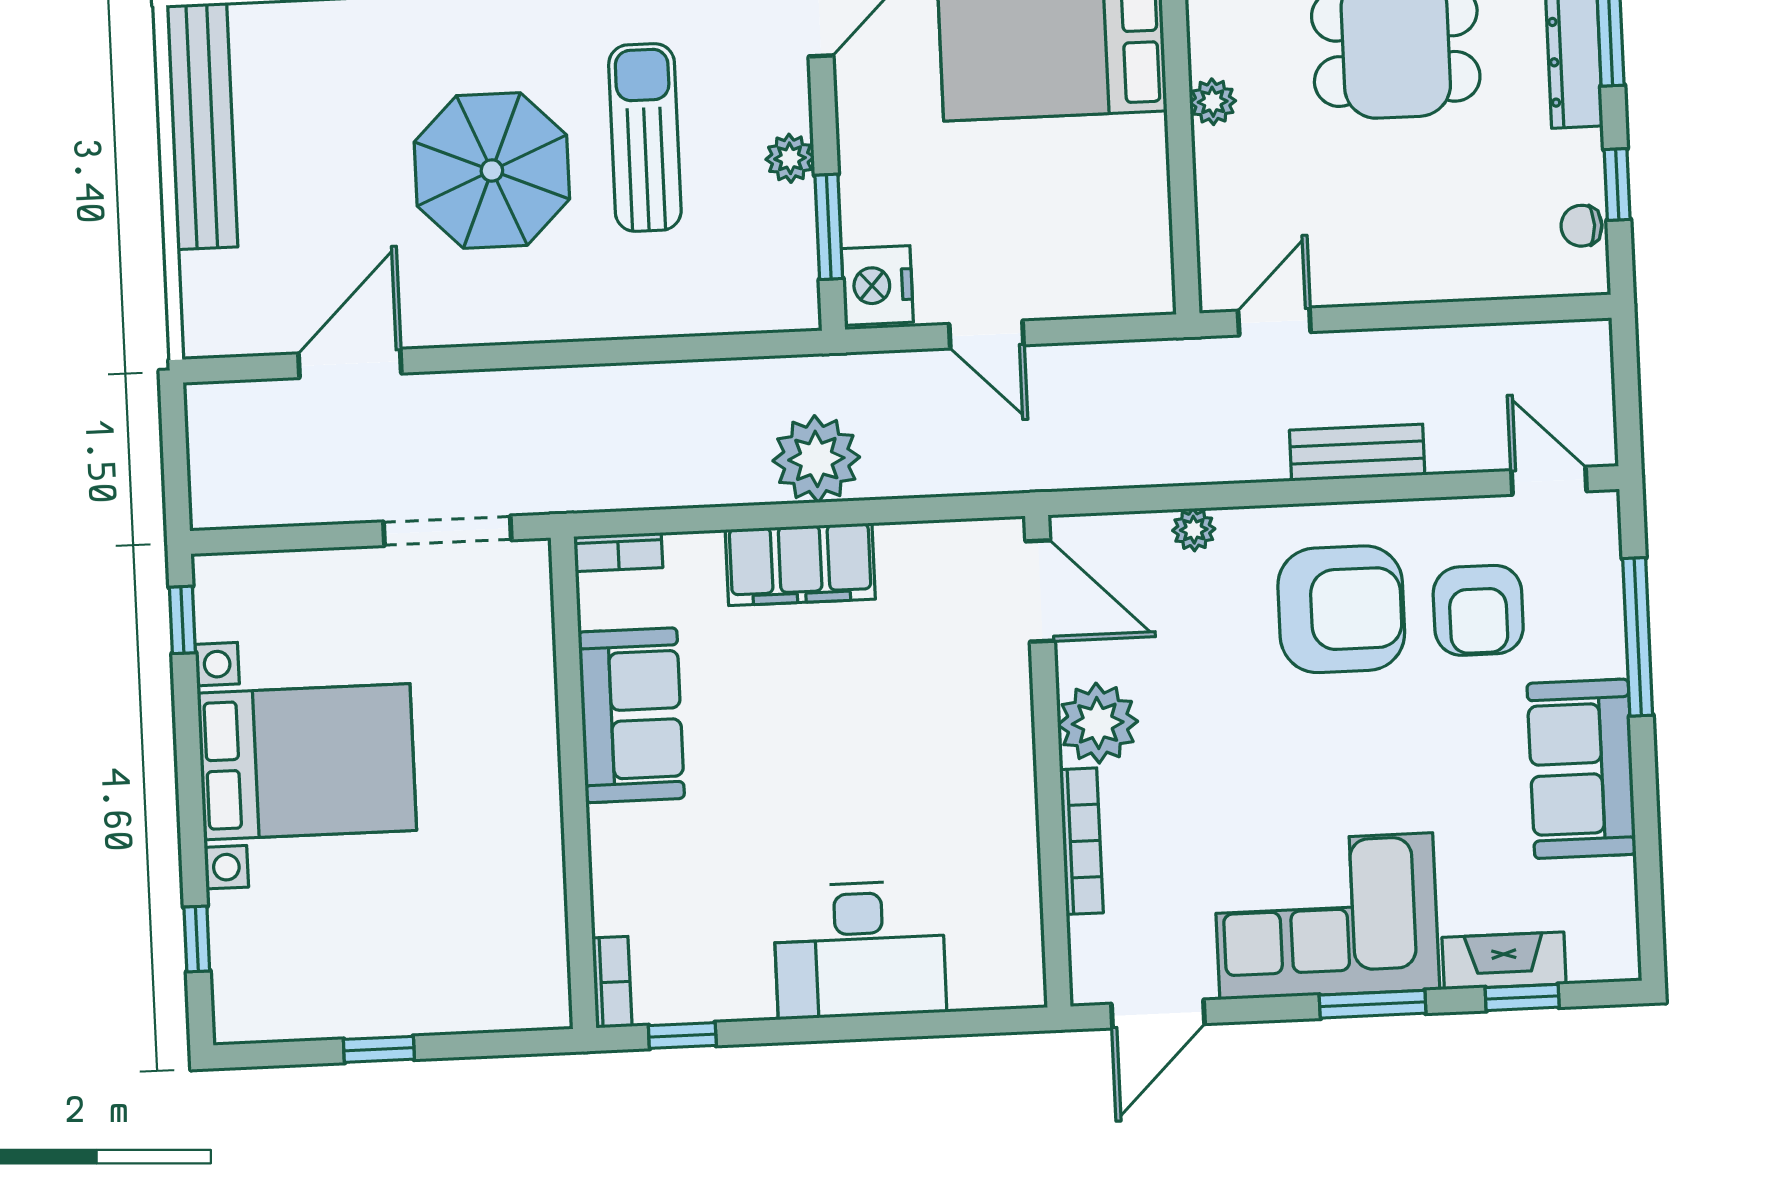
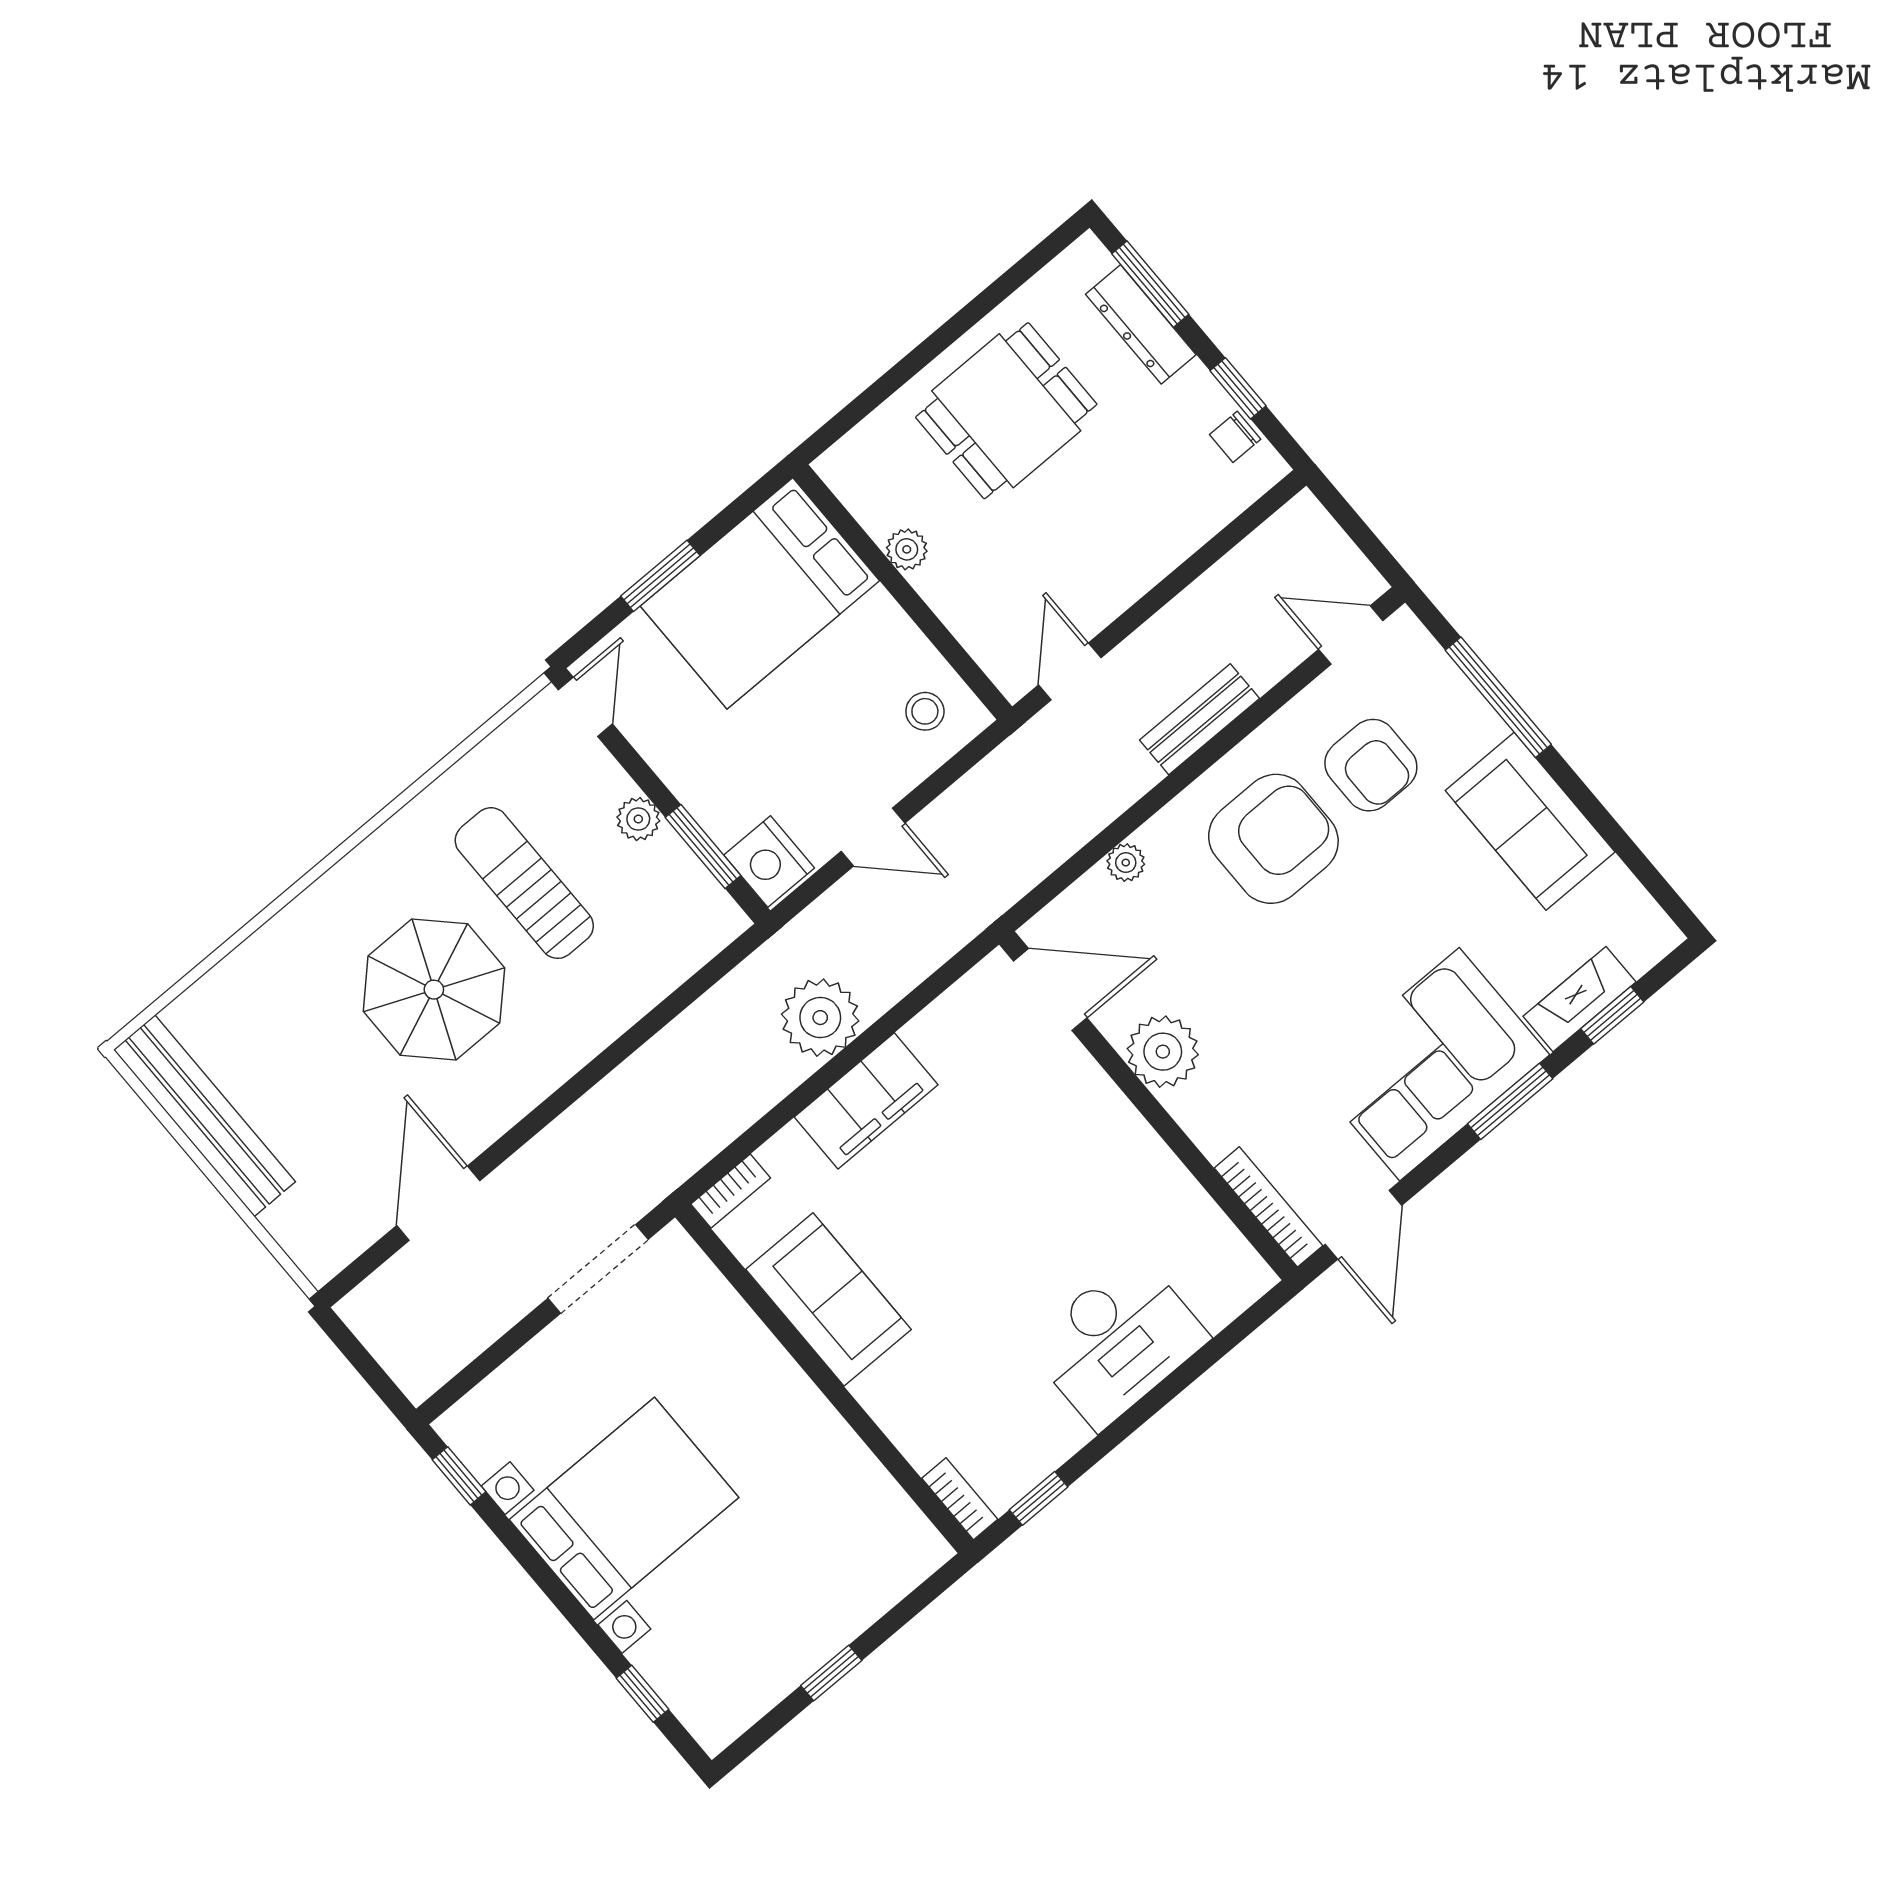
stool: (1118, 258) -> (925, 711), added
bookcase: (1081, 841) -> (1268, 1207), moved

